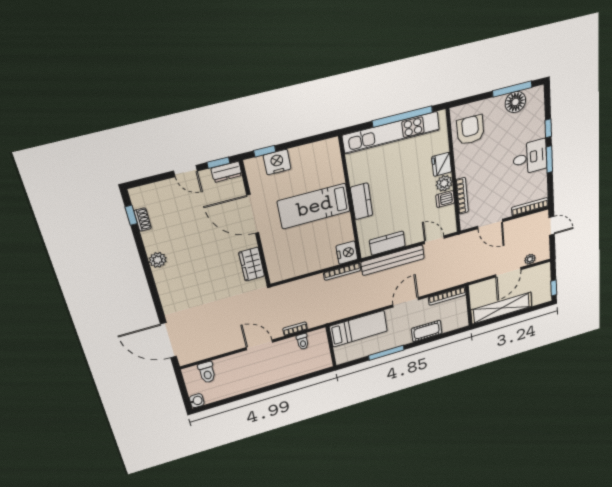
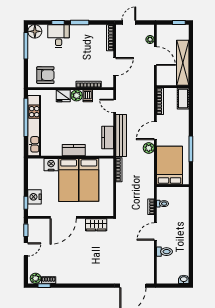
floor lamp: (515, 102) -> (35, 31), moved
armchair: (470, 130) -> (45, 75), turned 180
desk: (530, 157) -> (59, 36), moved
dresser: (227, 172) -> (33, 227), removed
bed: (319, 235) -> (89, 180), added
door: (434, 240) -> (115, 106), hinge flipped
nightstand: (347, 253) -> (51, 165), moved
plant: (158, 260) -> (36, 278), moved
plant: (380, 301) -> (149, 148), added
door: (406, 302) -> (155, 131), hinge flipped
bed: (358, 329) -> (170, 165), width x1.50
cot: (427, 331) -> (183, 98), moved
toilet: (207, 372) -> (164, 252), moved

